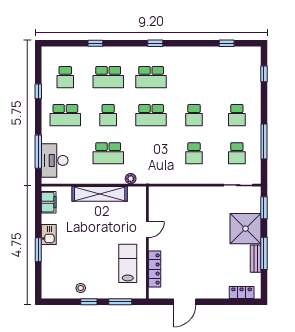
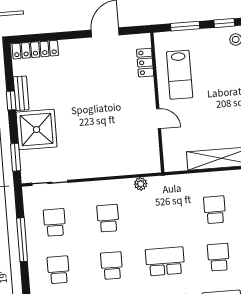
school desk: (108, 153) -> (215, 210), width x0.54
plant: (131, 179) -> (141, 184), moved
door: (147, 230) -> (159, 119), swing flipped
window: (264, 253) -> (11, 101), width x0.46
locker: (155, 269) -> (145, 63), width x0.66
locker: (242, 292) -> (35, 50), width x1.53

